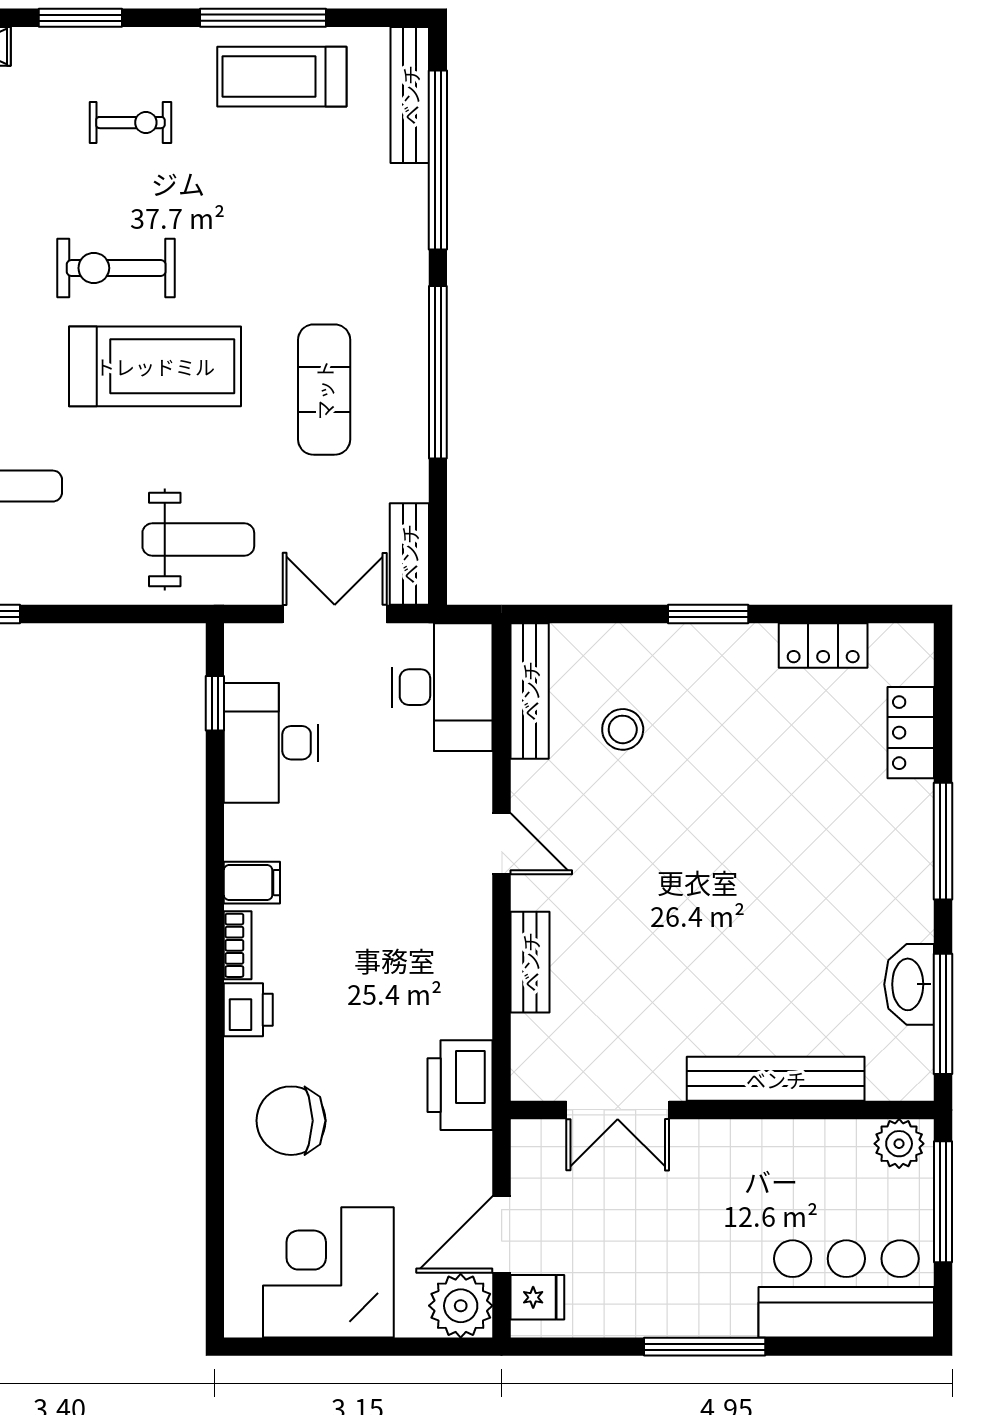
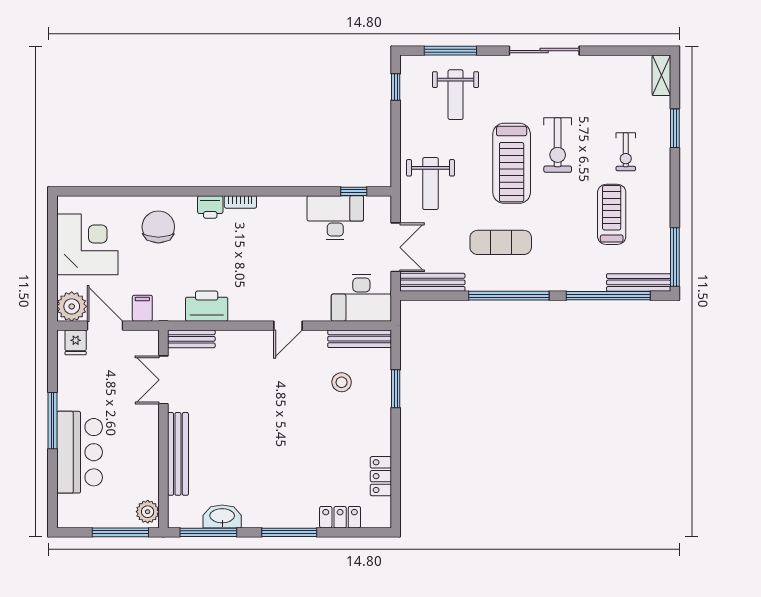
window: (263, 18) -> (675, 257), moved
treadmill: (282, 77) -> (612, 214), moved
exercise bike: (116, 268) -> (558, 145), turned 180
bench: (409, 554) -> (432, 282), width x1.36
window: (708, 614) -> (396, 389), moved
filing cabinet: (252, 883) -> (142, 308), moved, turned 180
bench: (530, 962) -> (191, 339), moved
printer: (460, 1085) -> (207, 306), moved
bar counter: (846, 1289) -> (80, 452), moved

